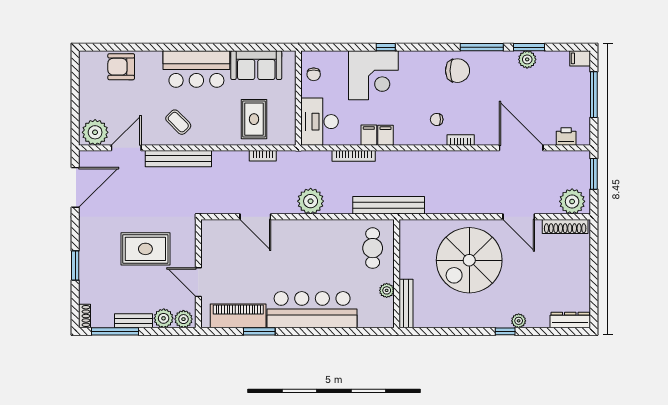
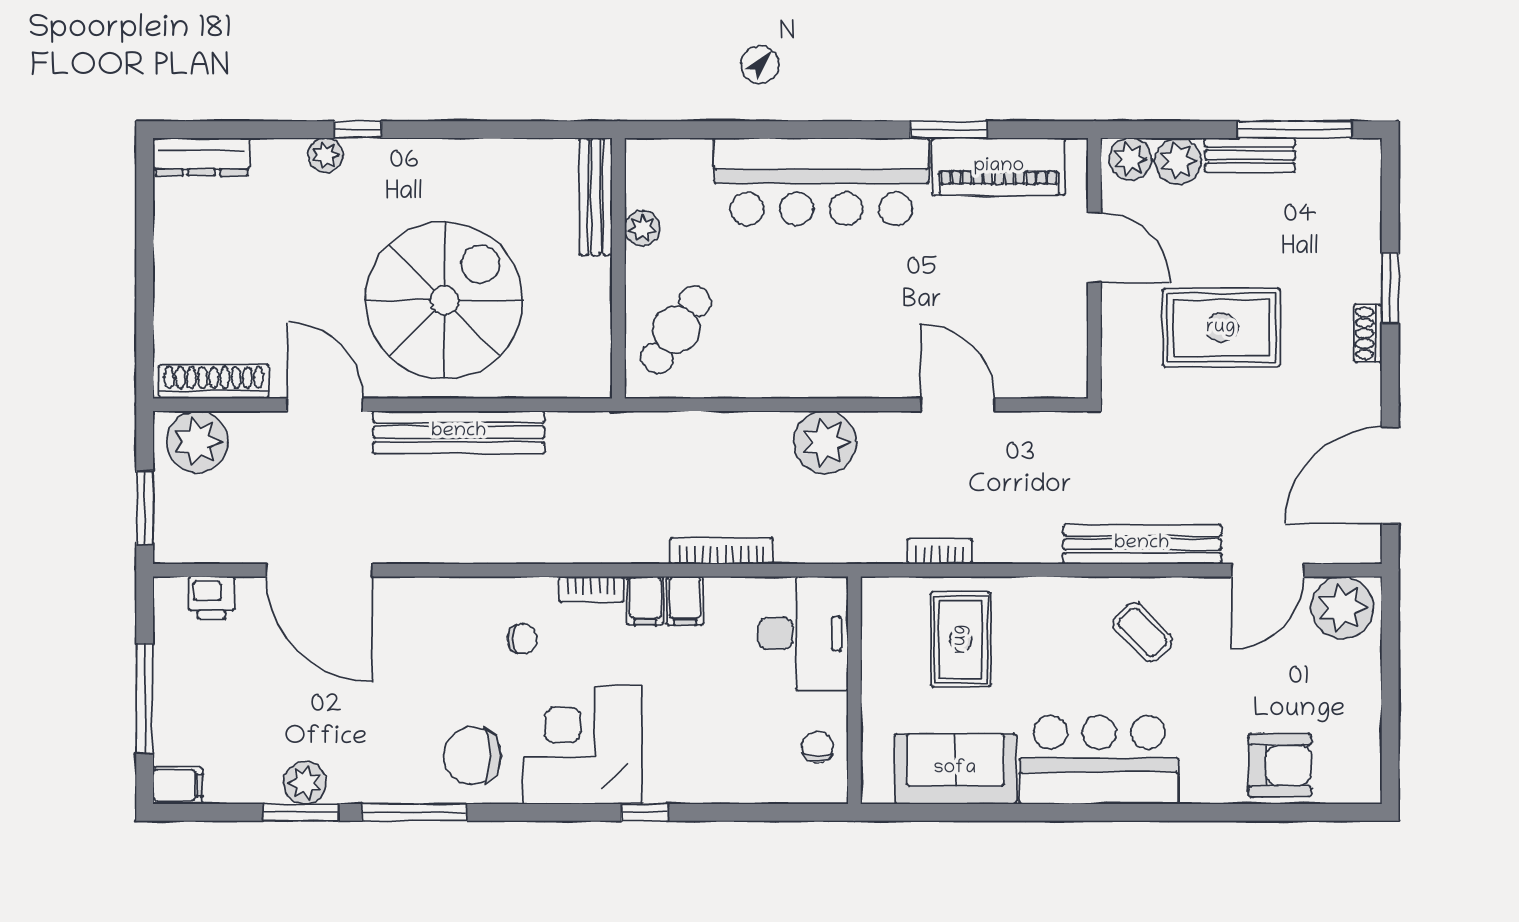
corner desk: (373, 75) -> (583, 745), moved
bookcase: (461, 140) -> (591, 589), moved
bench: (389, 205) -> (459, 432), moved
cafe table: (373, 248) -> (676, 330), turned 34
shoe rack: (84, 316) -> (1368, 333), moved

